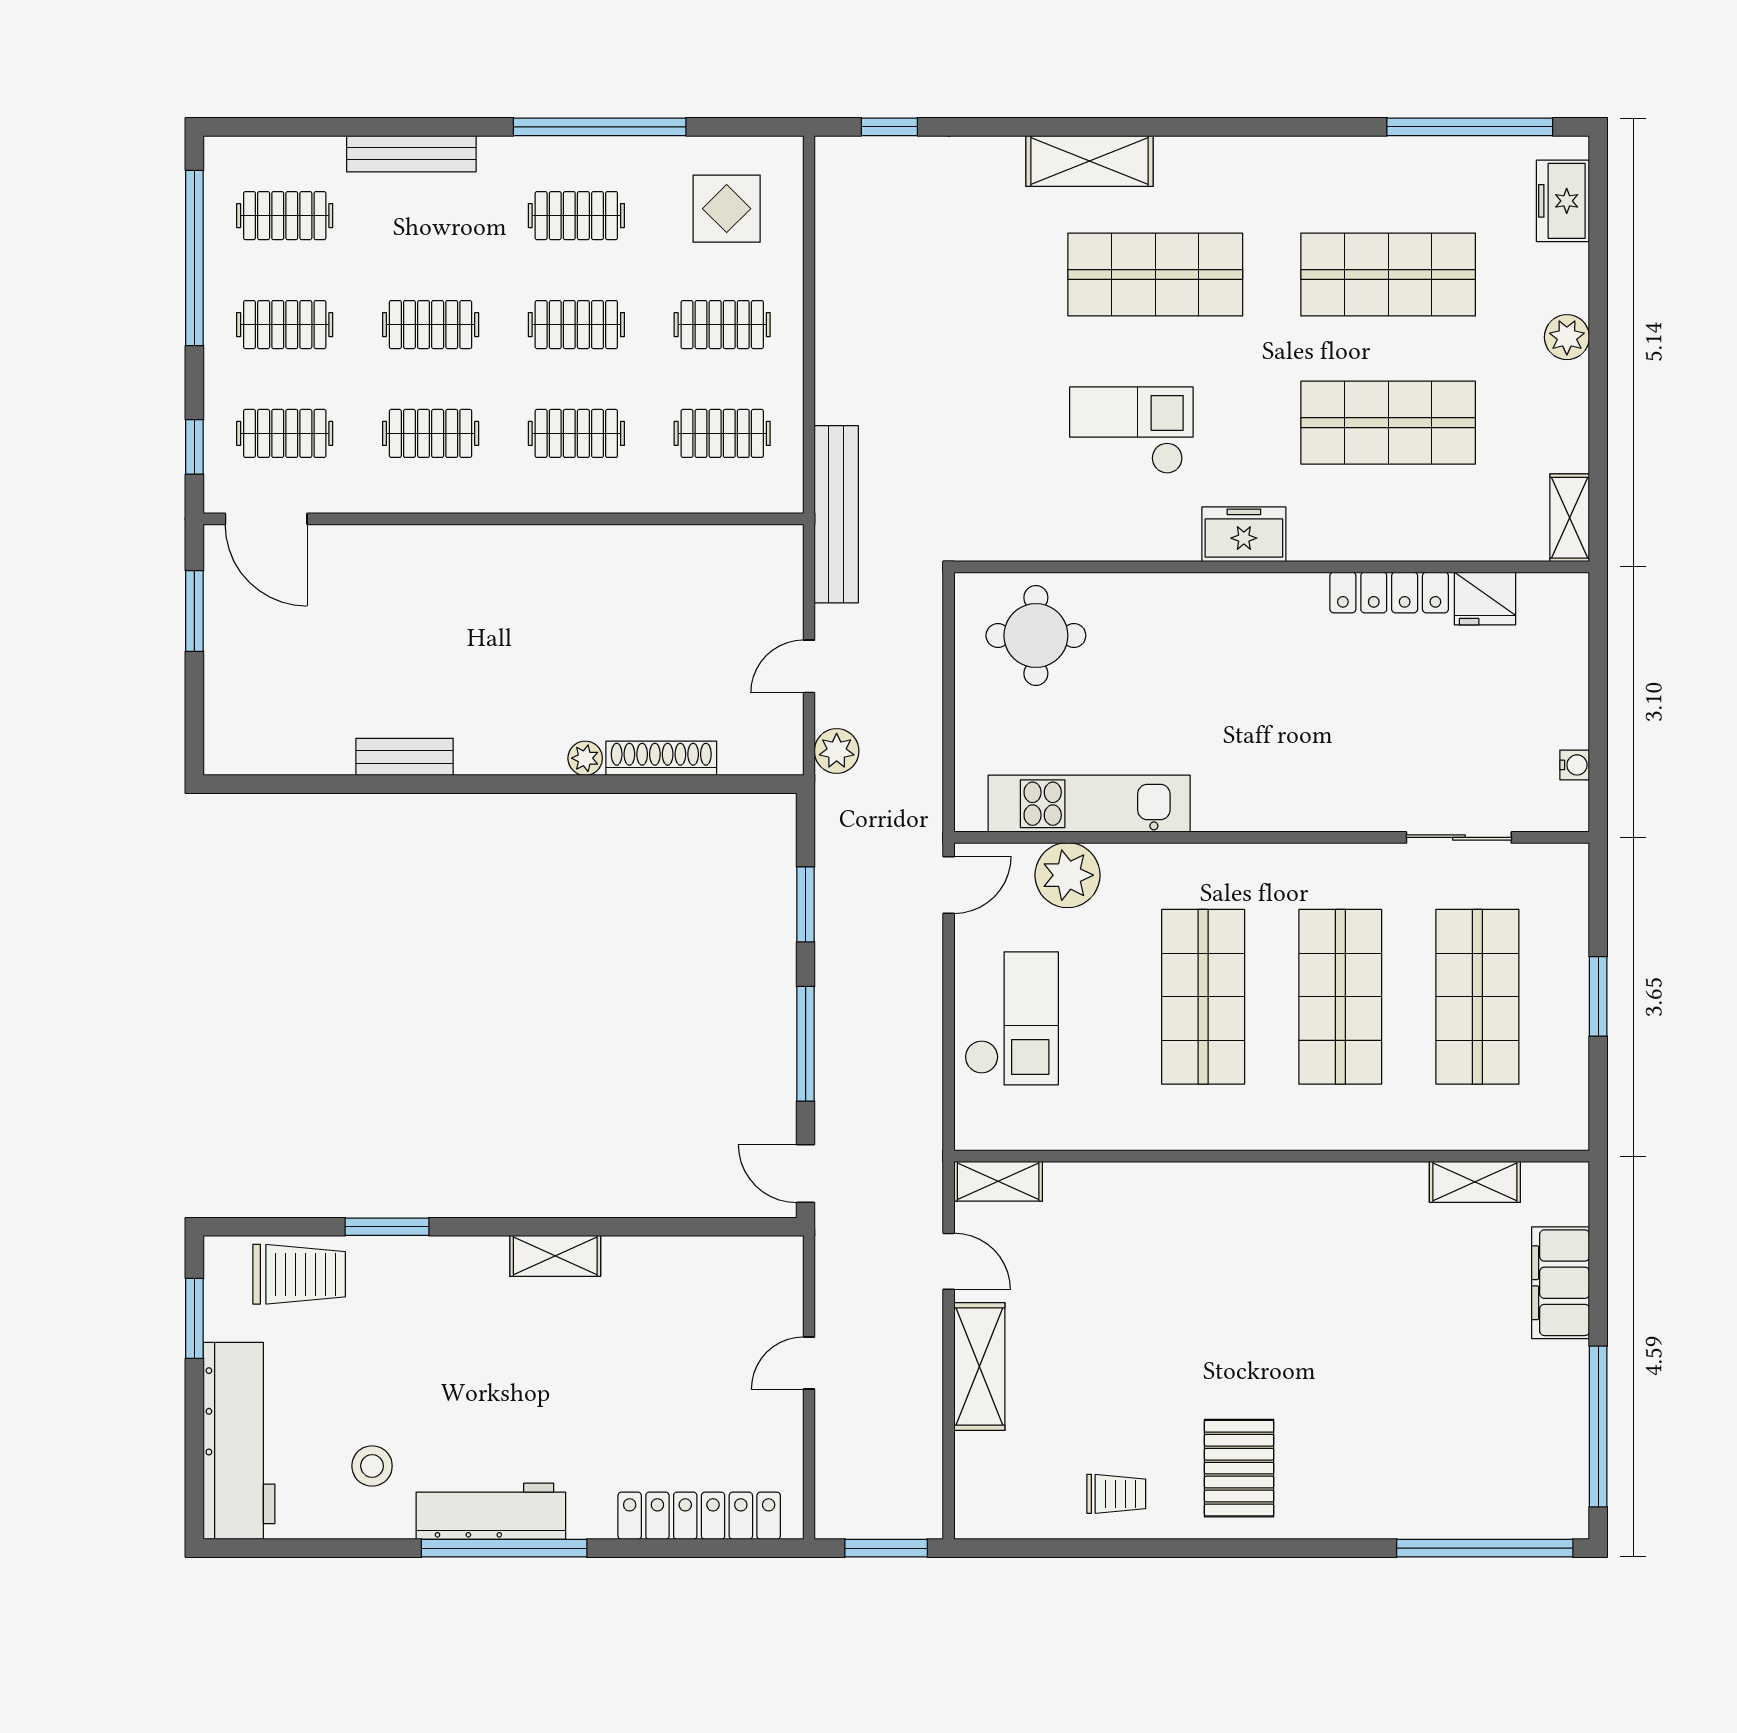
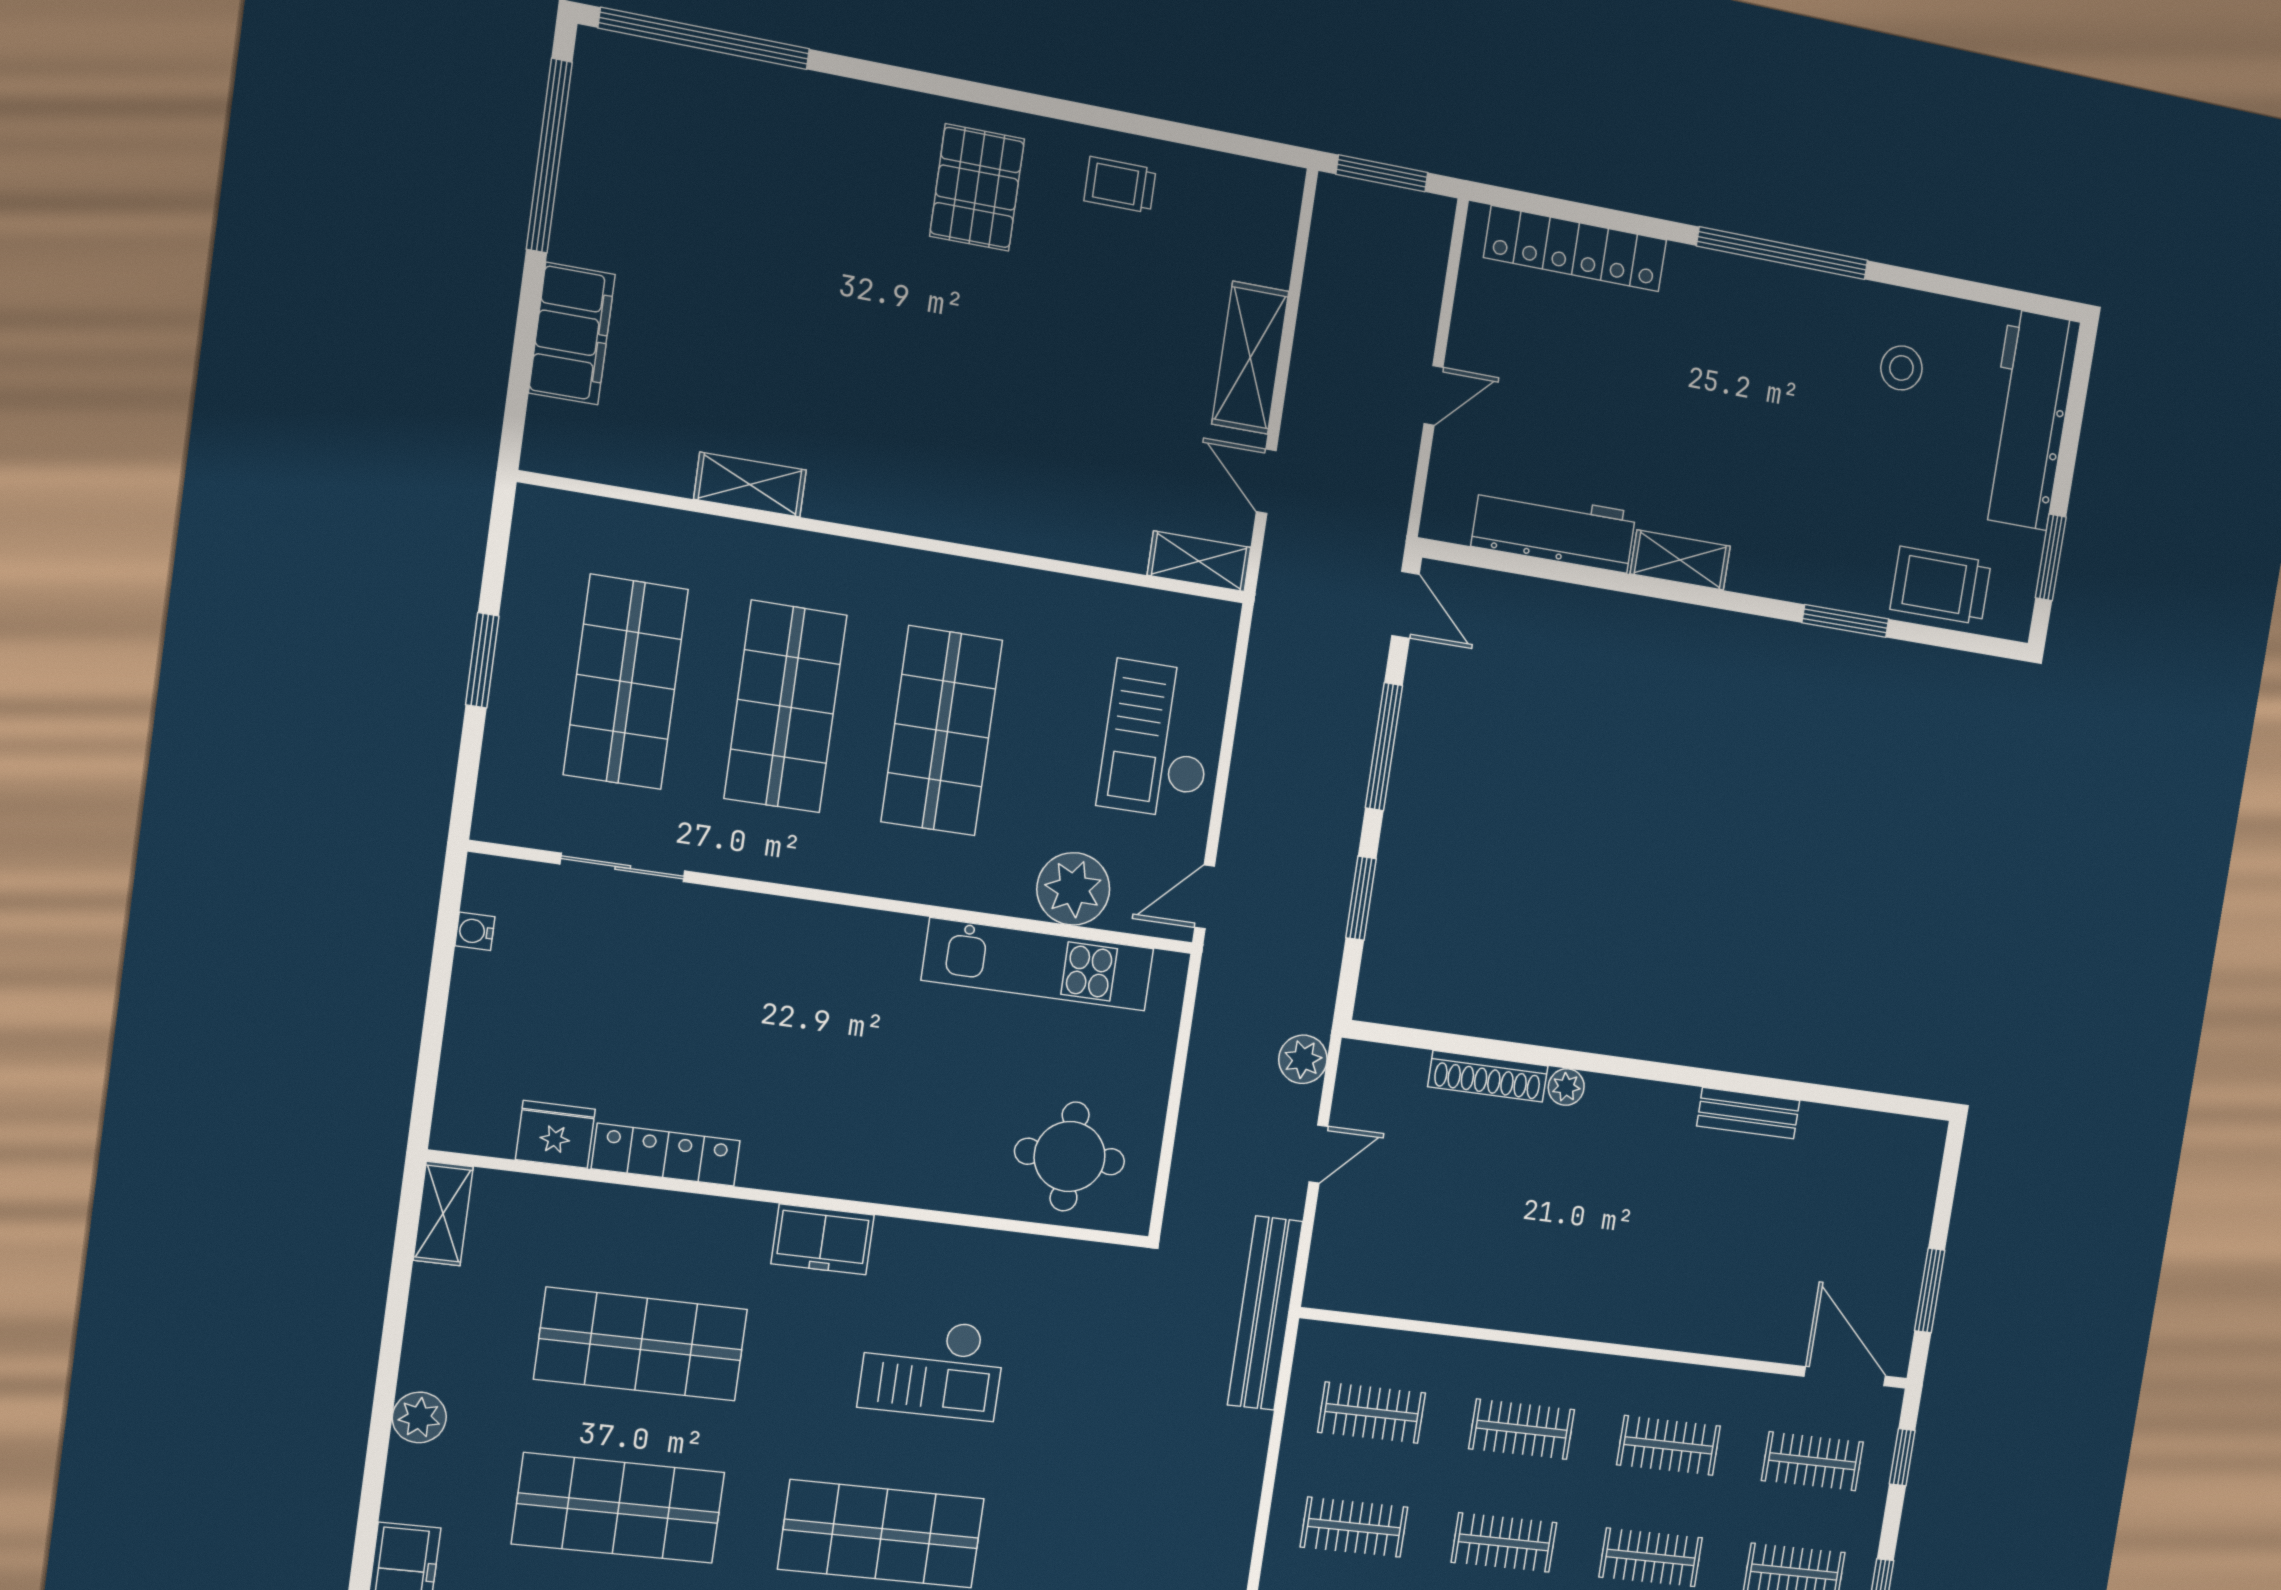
shelving: (1475, 1182) -> (750, 485), moved
workbench: (491, 1511) -> (1554, 529), moved, turned 180

